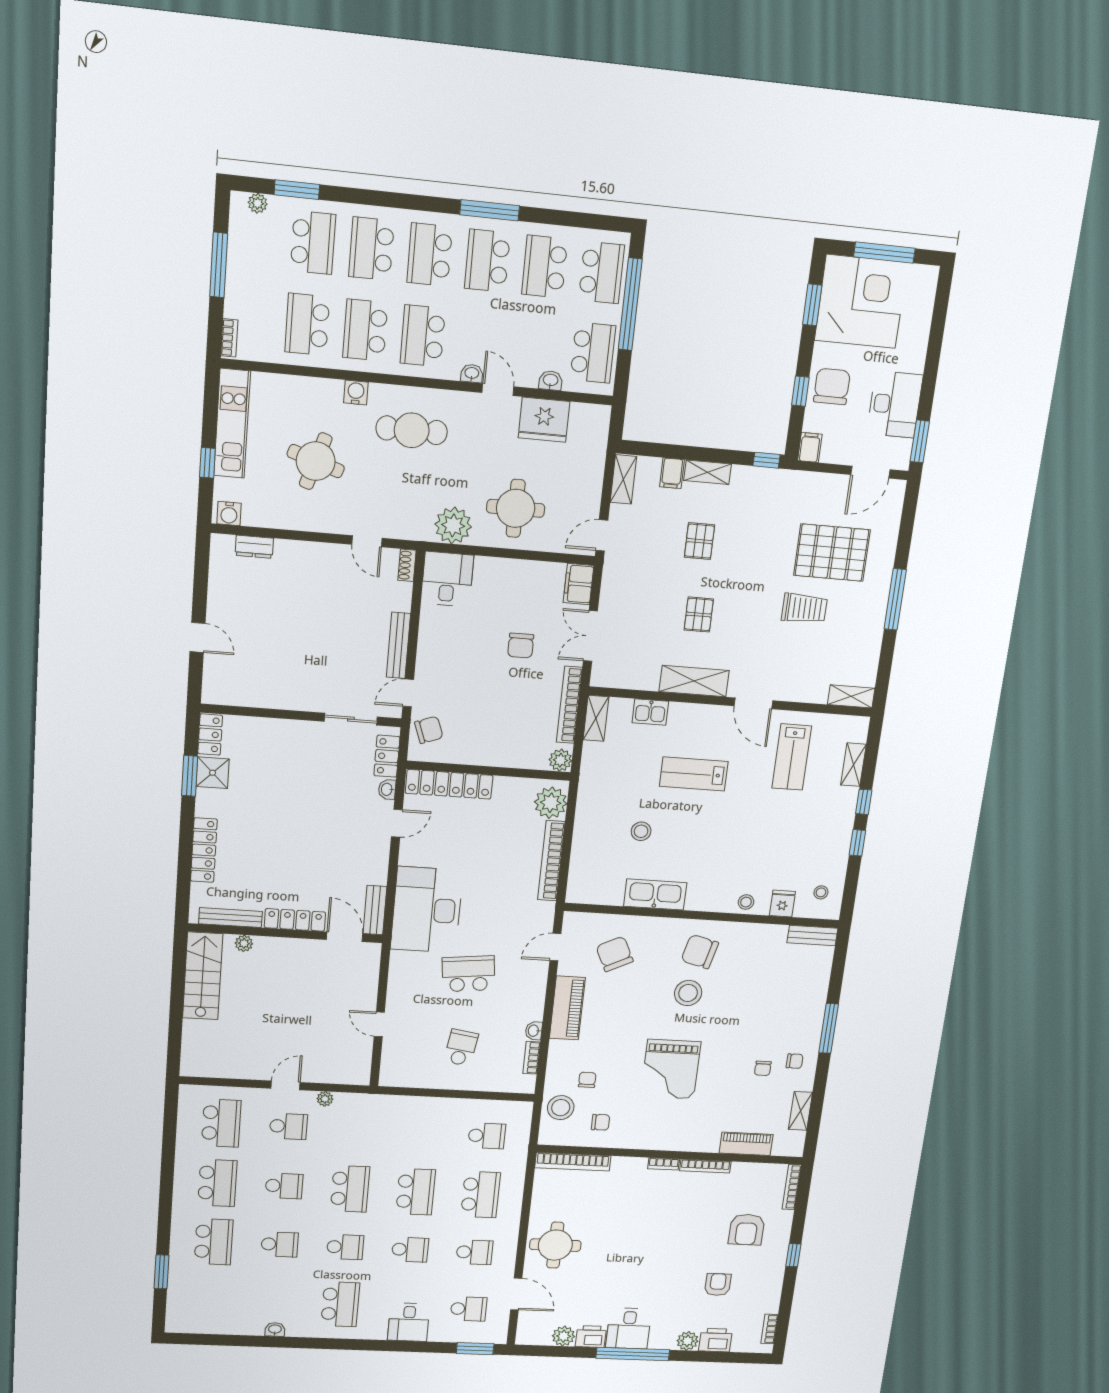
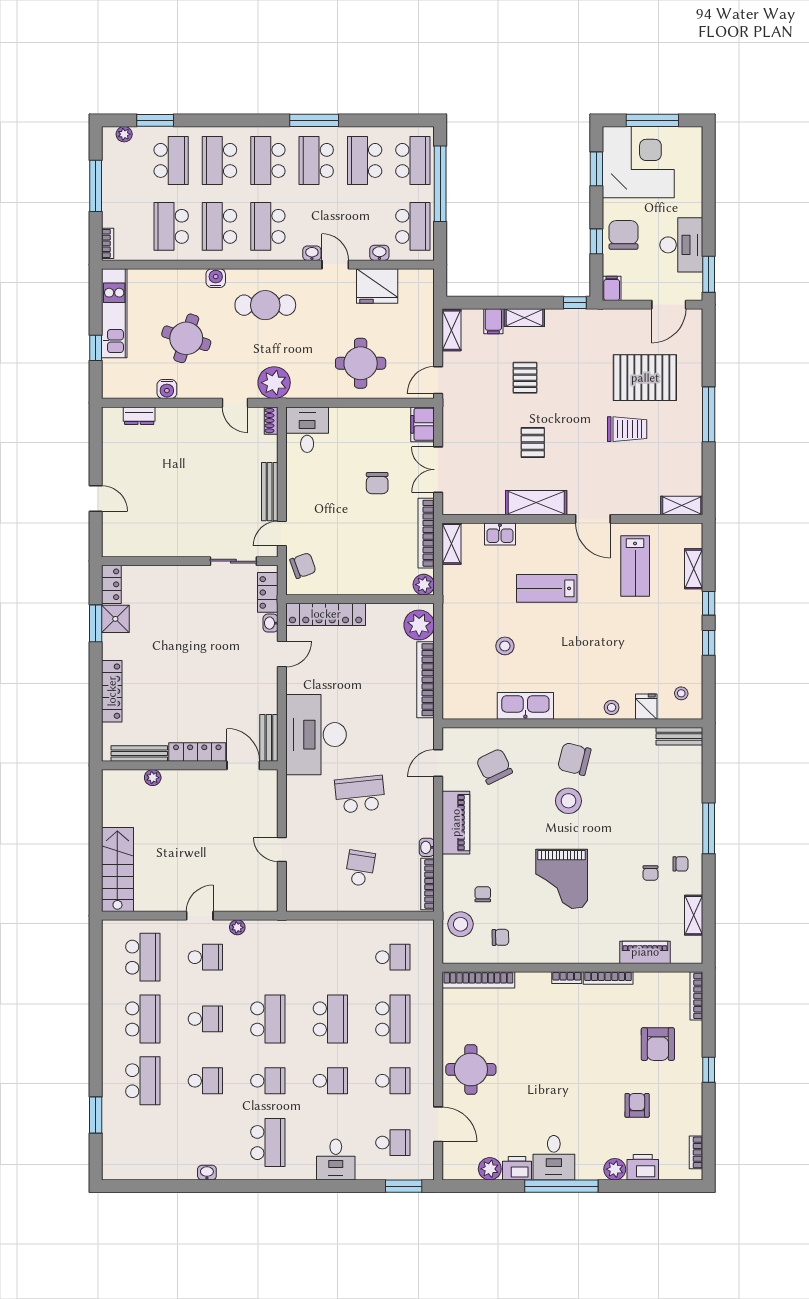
water cooler: (229, 513) -> (167, 389), moved
plant: (453, 525) -> (274, 383), moved
stairs: (203, 976) -> (117, 870), moved
bookcase: (532, 1058) -> (428, 884), width x1.56

